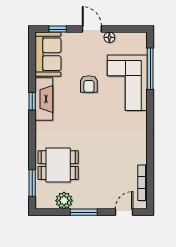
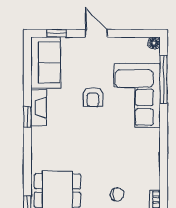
floor lamp: (109, 37) -> (154, 43), moved
fireplace: (44, 99) -> (39, 107), width x0.73, depth x0.76
chair: (110, 168) -> (117, 194), added

